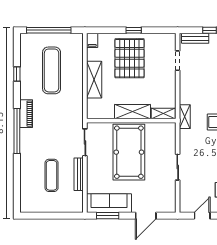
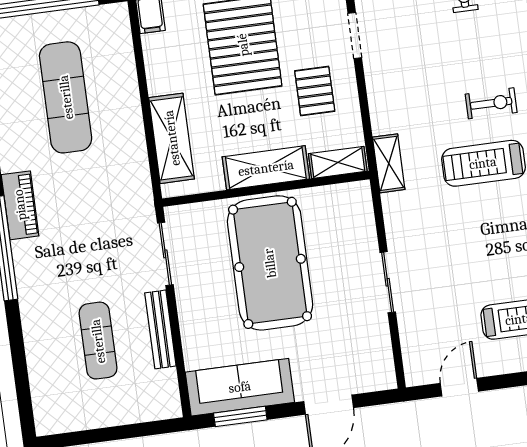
shelving: (94, 80) -> (172, 138), moved
pallet: (158, 82) -> (315, 91), added

